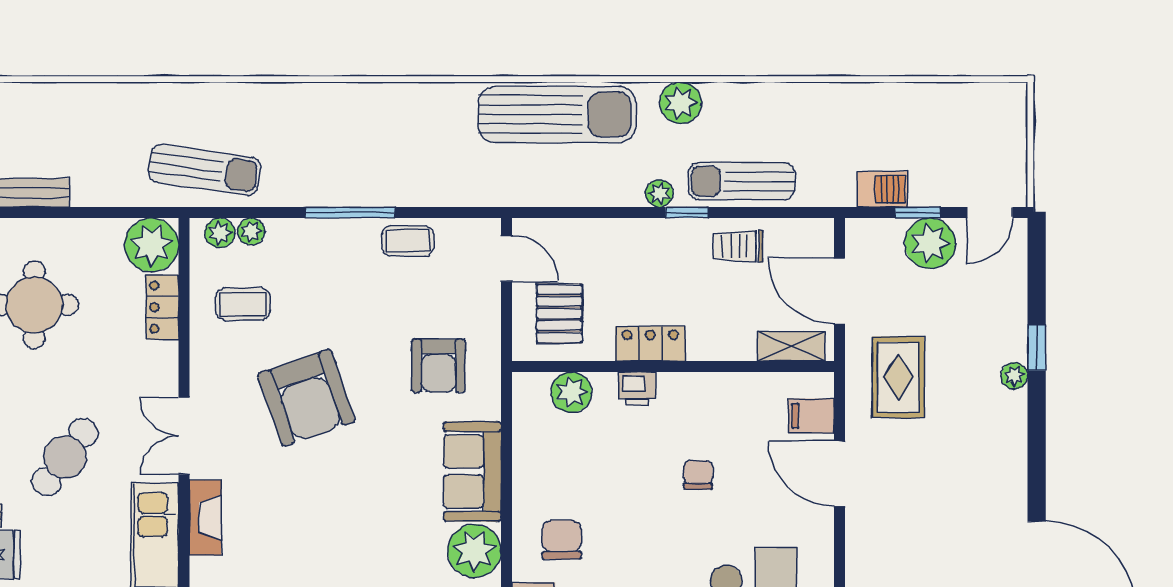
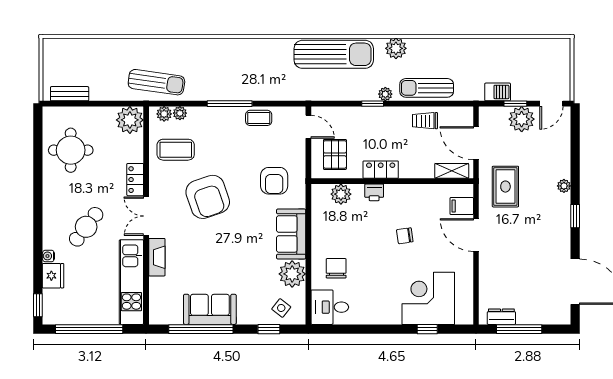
window: (687, 213) -> (373, 104), moved
coffee table: (243, 304) -> (176, 150), width x1.36, depth x1.30
locker: (162, 307) -> (135, 180), moved
window: (1037, 348) -> (575, 216), moved
chair: (698, 475) -> (405, 236), turned -98

